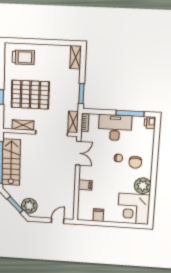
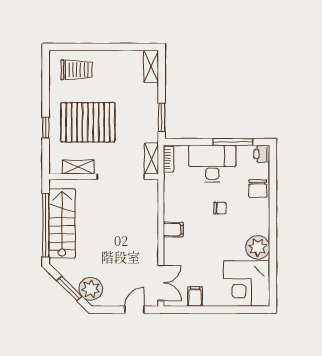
double door: (78, 153) -> (161, 283), moved
chair: (135, 162) -> (258, 189), moved
filing cabinet: (85, 185) -> (173, 230), moved

